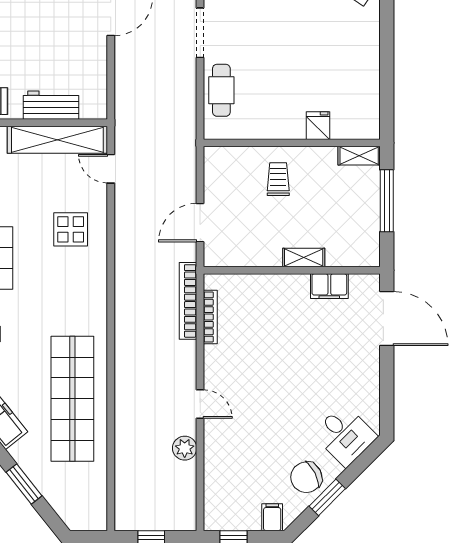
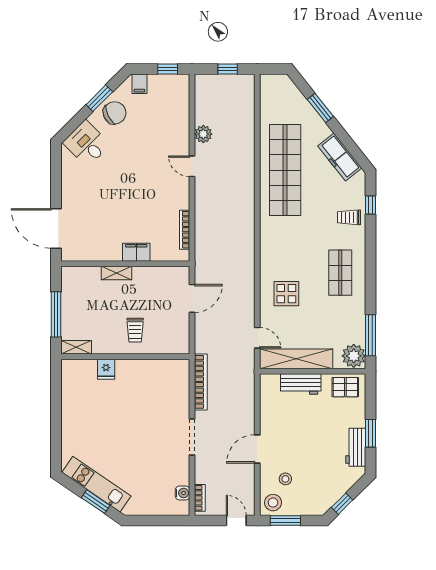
cafe table: (221, 90) -> (177, 395), removed
filing cabinet: (329, 286) -> (136, 252), moved
bookcase: (188, 301) -> (201, 382), moved

